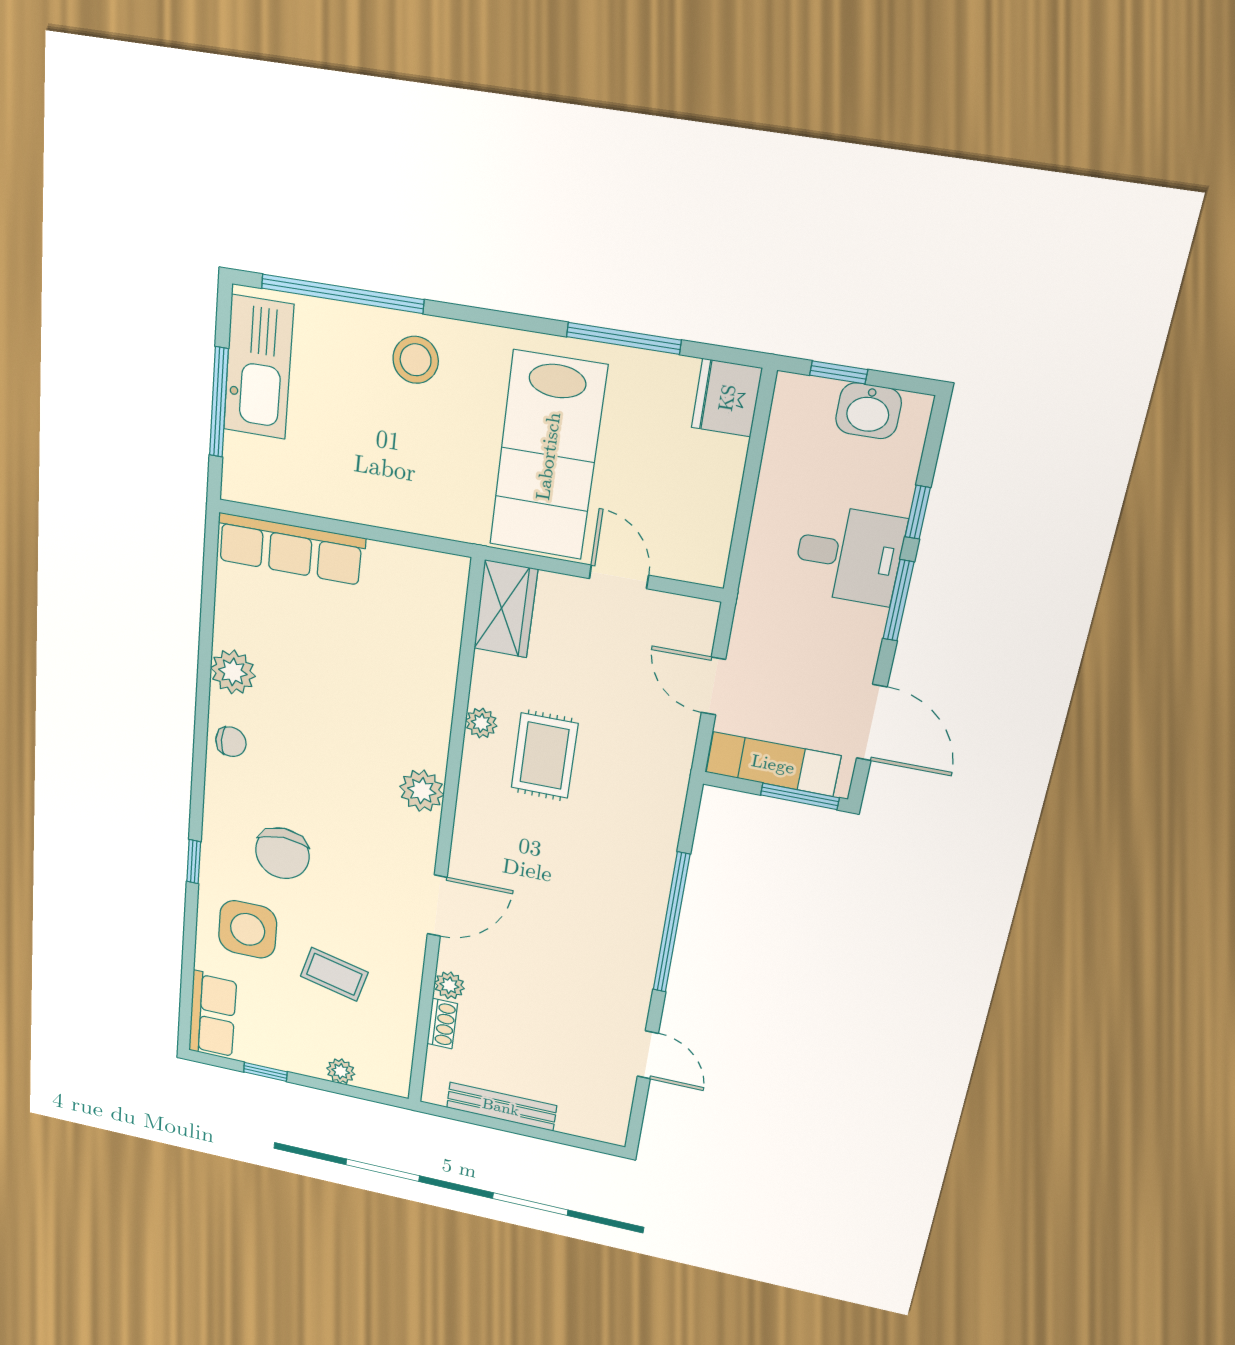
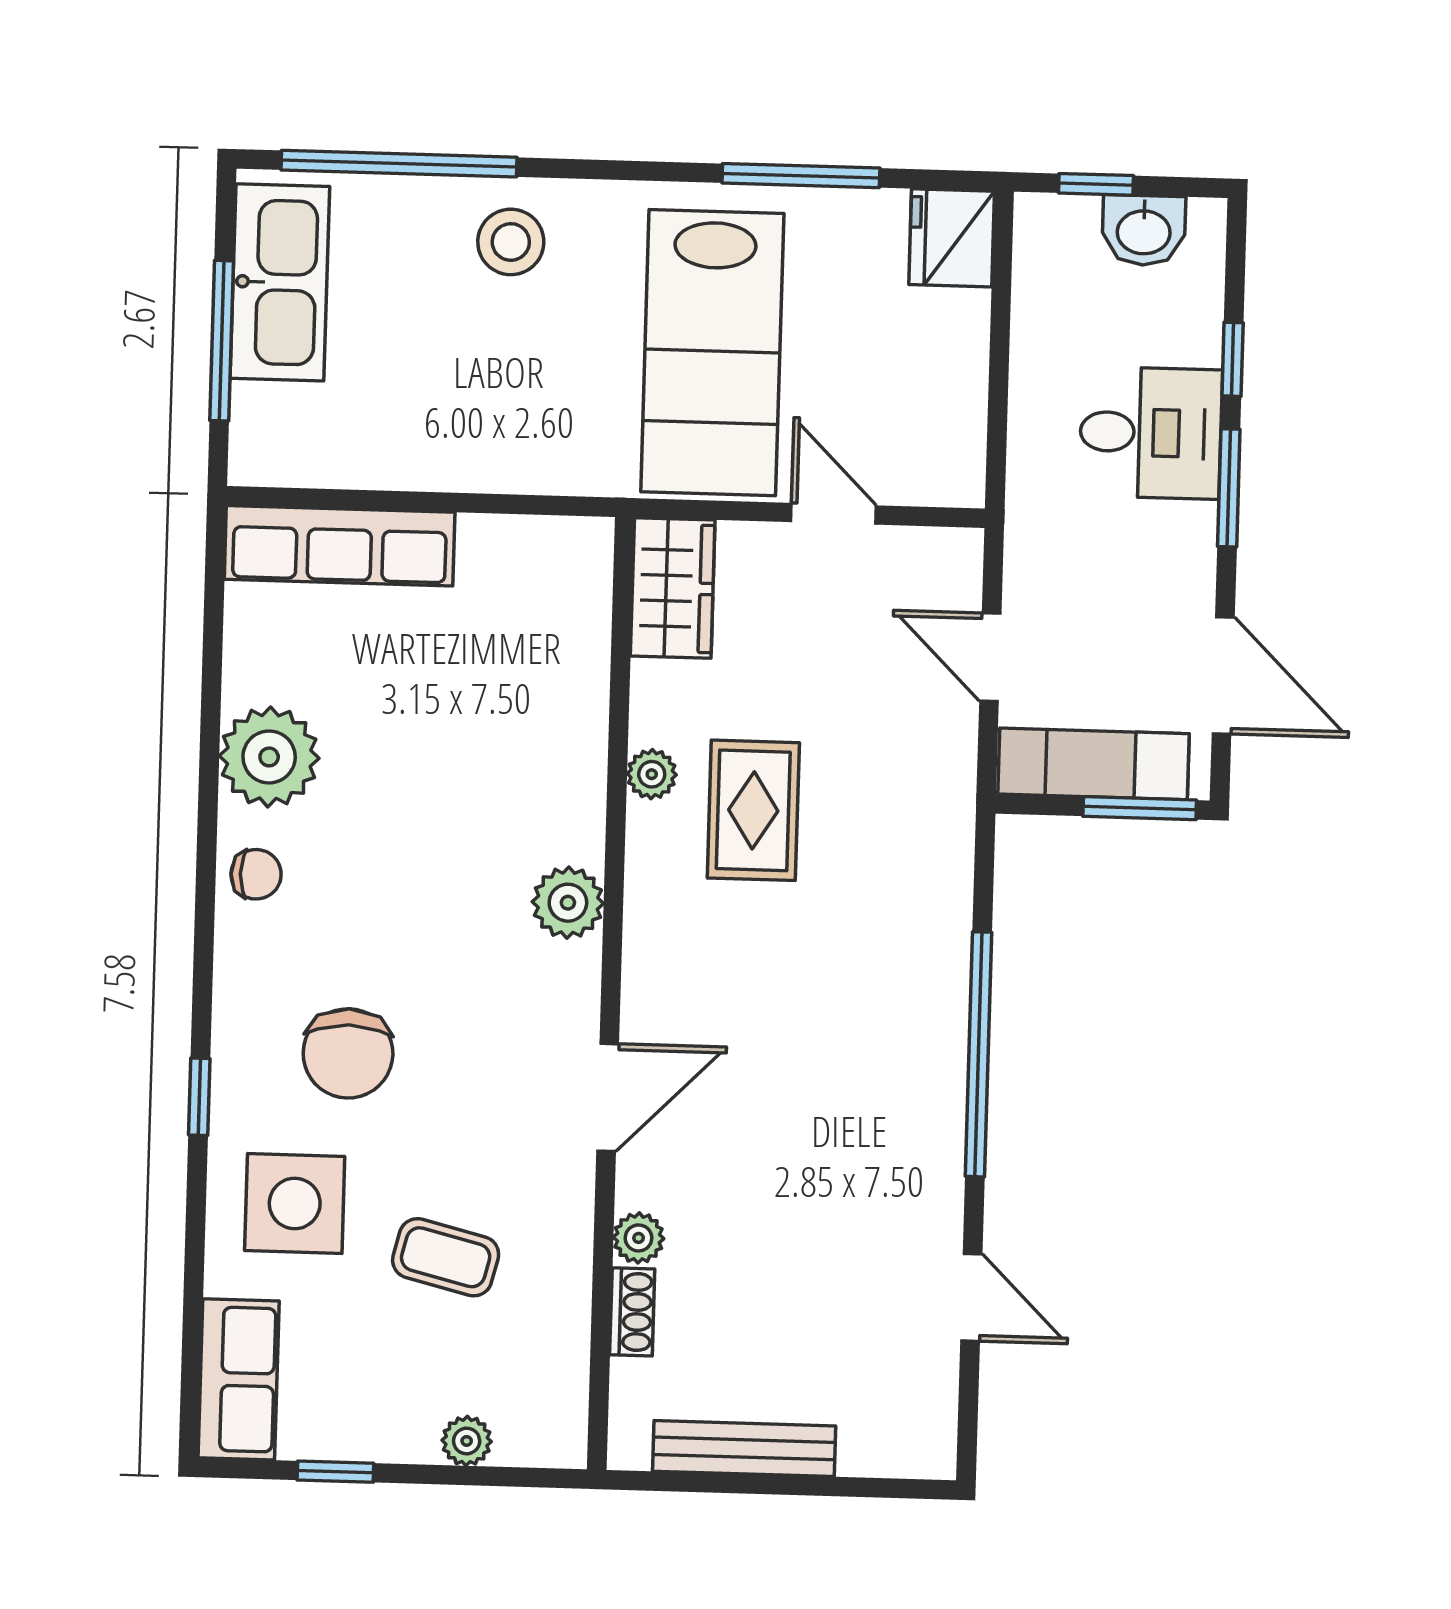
plant: (233, 672) -> (269, 757), width x1.36, depth x1.36

